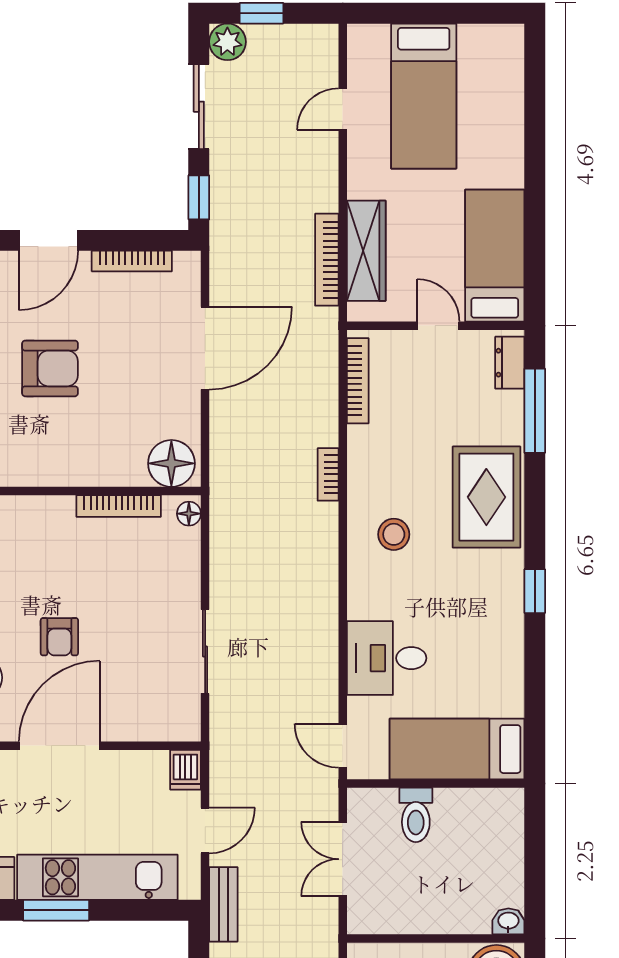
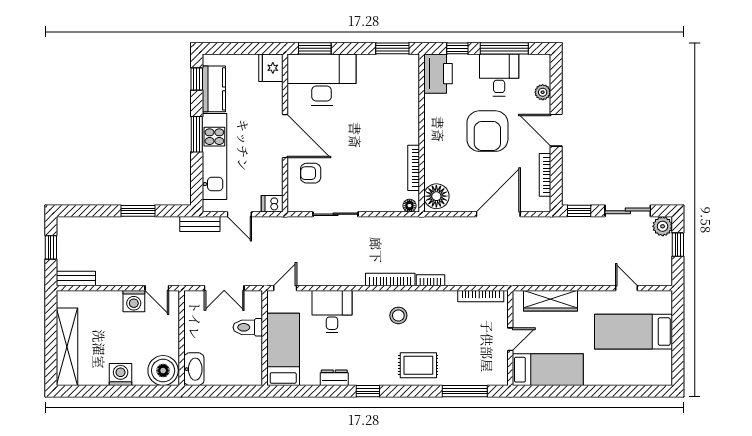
bookcase: (327, 260) -> (390, 280), moved
door: (205, 348) -> (498, 214), swing flipped
dresser: (510, 363) -> (334, 378), moved
armchair: (50, 368) -> (487, 131), width x1.36, depth x1.36
rug: (486, 497) -> (418, 365), width x0.73, depth x0.70
armchair: (59, 637) -> (311, 173), moved
double door: (343, 859) -> (224, 288), swing flipped
washbasin: (508, 921) -> (194, 369), width x1.91, depth x1.45

